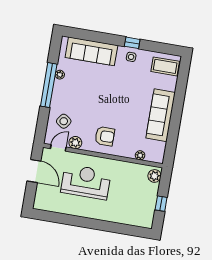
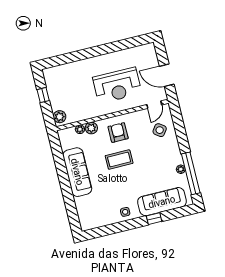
window: (132, 43) -> (154, 219), moved
coffee table: (165, 66) -> (119, 159), moved
window: (49, 85) -> (191, 173), moved
armchair: (105, 136) -> (118, 133), turned 90
plant: (75, 143) -> (91, 128), moved

